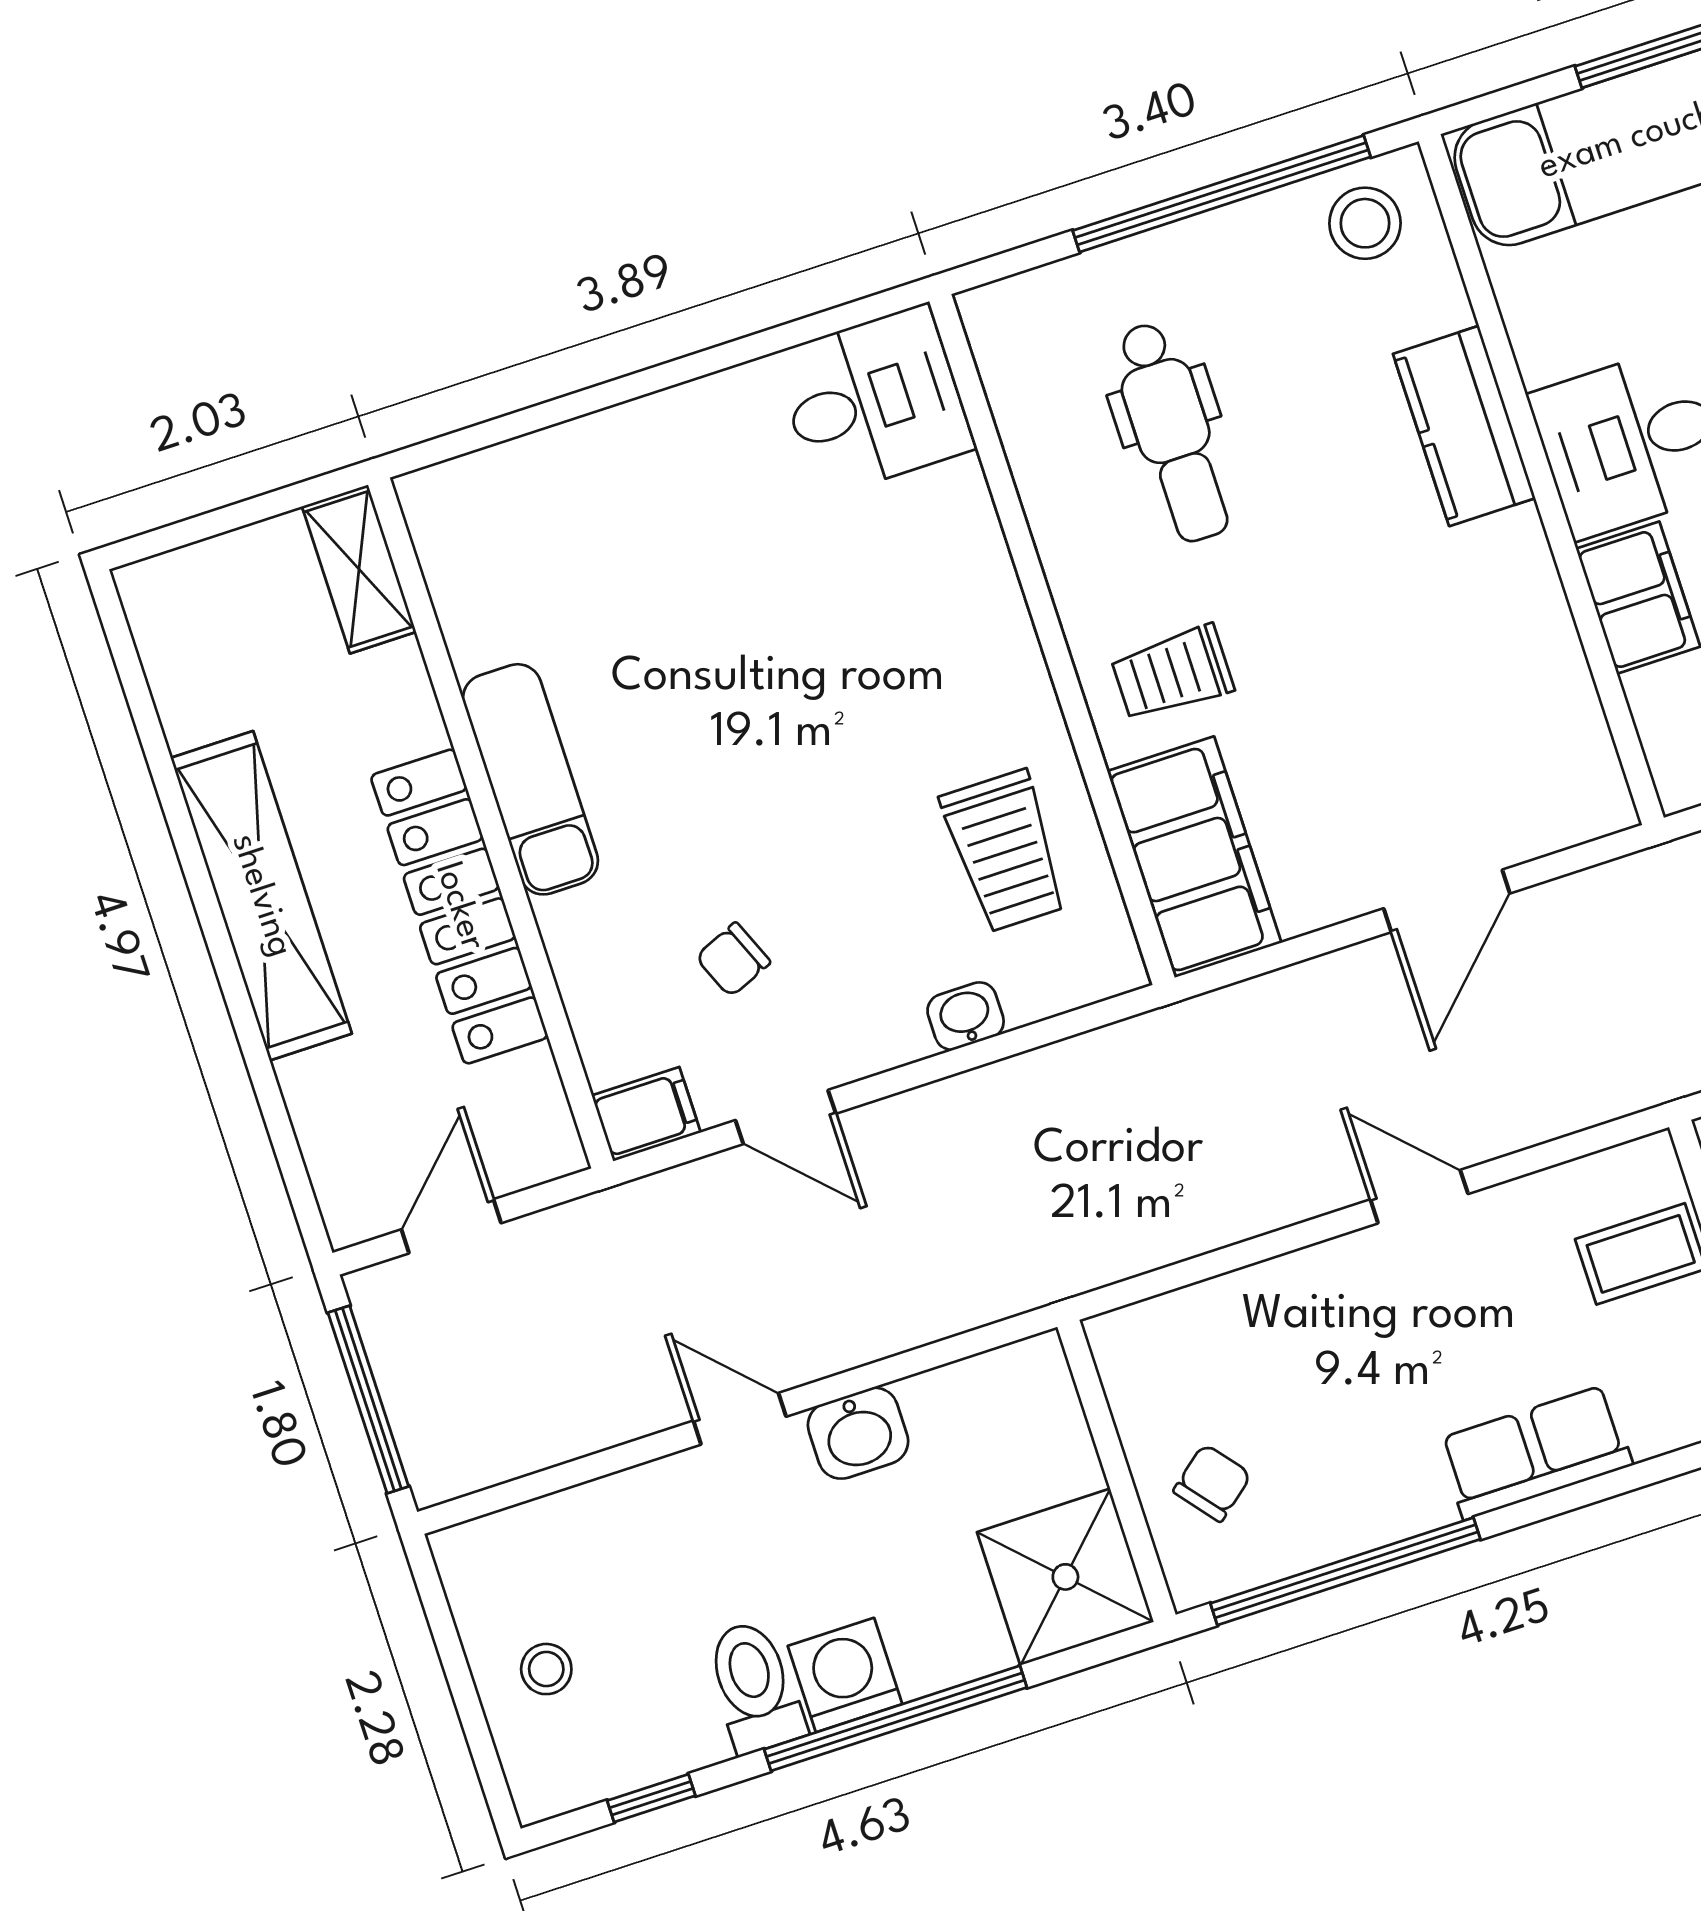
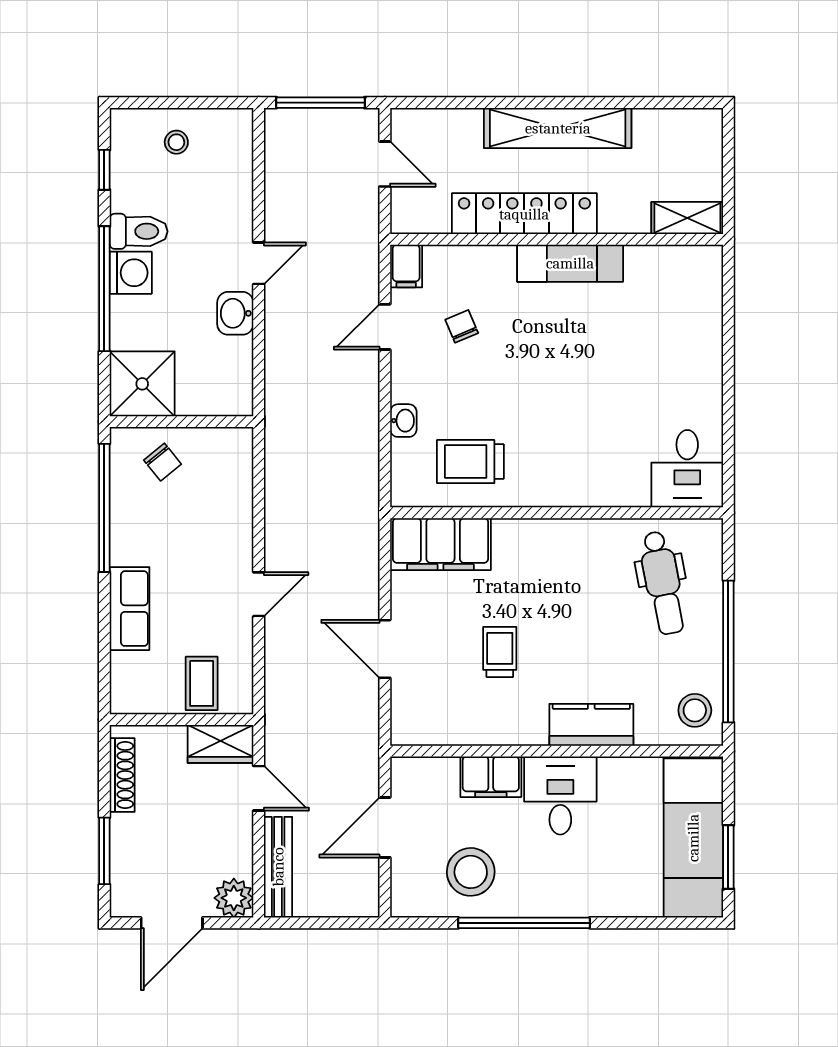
dental chair: (1172, 432) -> (663, 583), moved, turned -101
trolley: (1172, 673) -> (500, 652), moved

